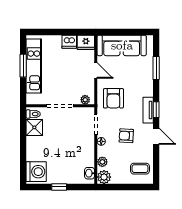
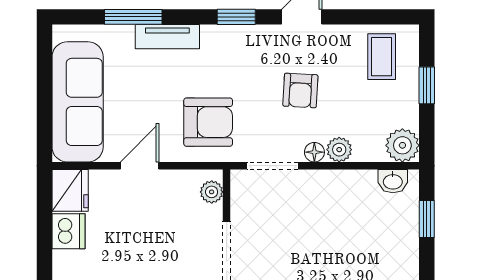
tv unit: (148, 110) -> (167, 37), moved
plant: (102, 162) -> (339, 150), moved
window: (59, 187) -> (427, 219), moved
window: (128, 187) -> (427, 85), added

